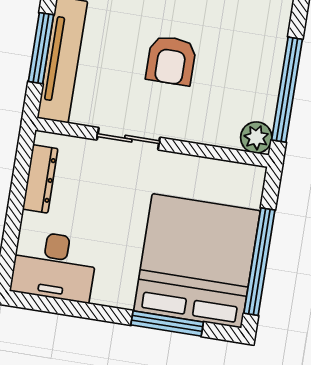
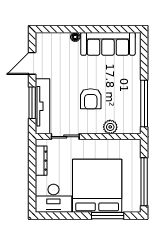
plant: (256, 138) -> (110, 127), moved
sliding door: (128, 139) -> (65, 137), moved
bed: (197, 261) -> (97, 186), moved

